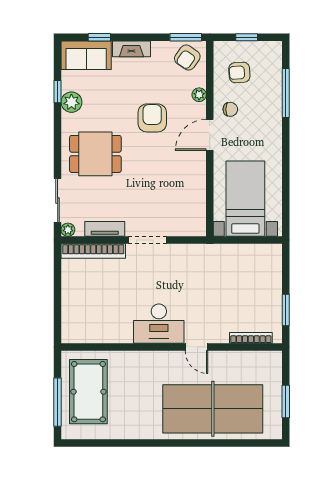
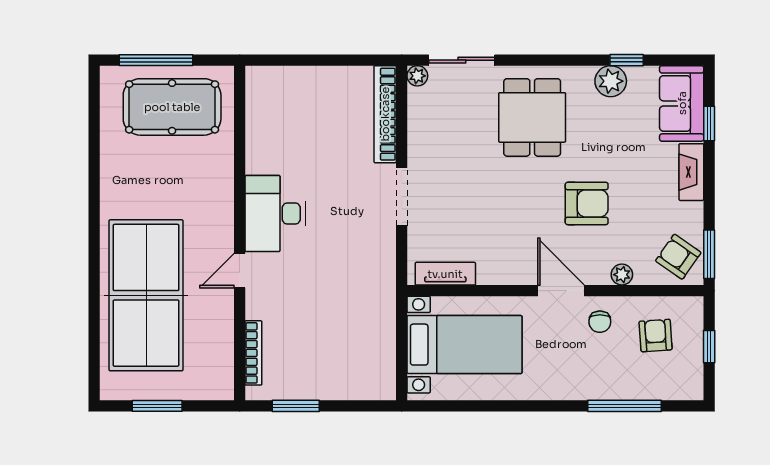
tv unit: (105, 229) -> (445, 274), moved, turned -90

